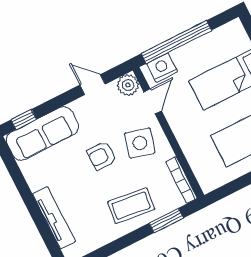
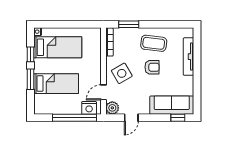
door: (93, 85) -> (131, 118), hinge flipped
side table: (140, 143) -> (122, 73), turned 45
armchair: (102, 156) -> (152, 67), moved
coffee table: (131, 206) -> (154, 43), moved

